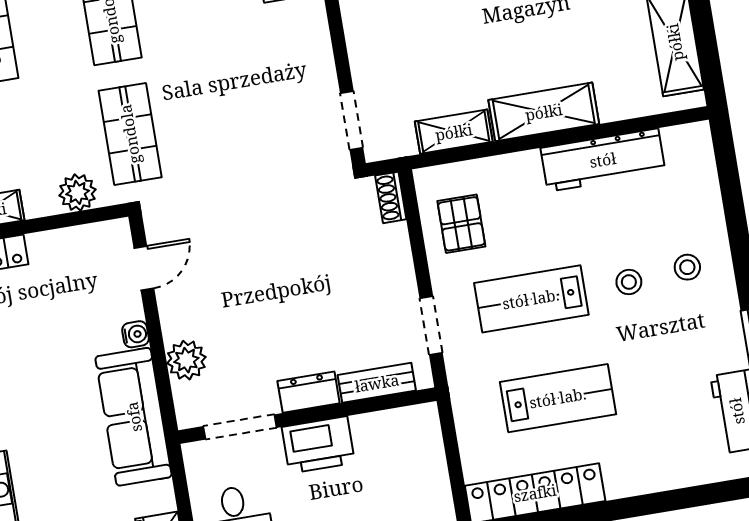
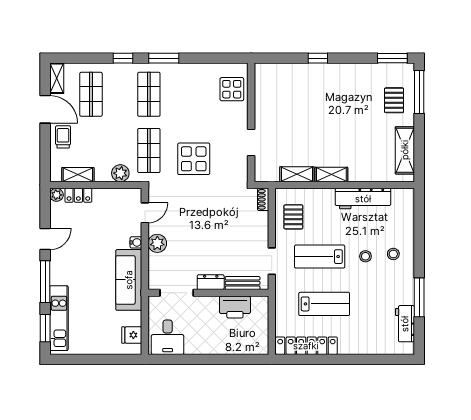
shelving: (544, 112) -> (331, 175), width x0.67, depth x0.75
doorway: (352, 120) -> (251, 142), moved
display table: (229, 136) -> (194, 159), added
plant: (186, 360) -> (157, 243), moved
printer: (318, 445) -> (235, 307), moved

